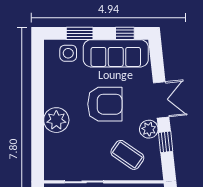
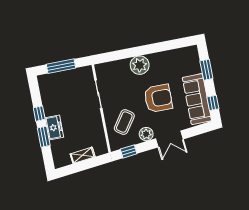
side table: (68, 53) -> (190, 64), removed
armchair: (105, 104) -> (158, 98), turned -90
window: (166, 142) -> (129, 151), moved

